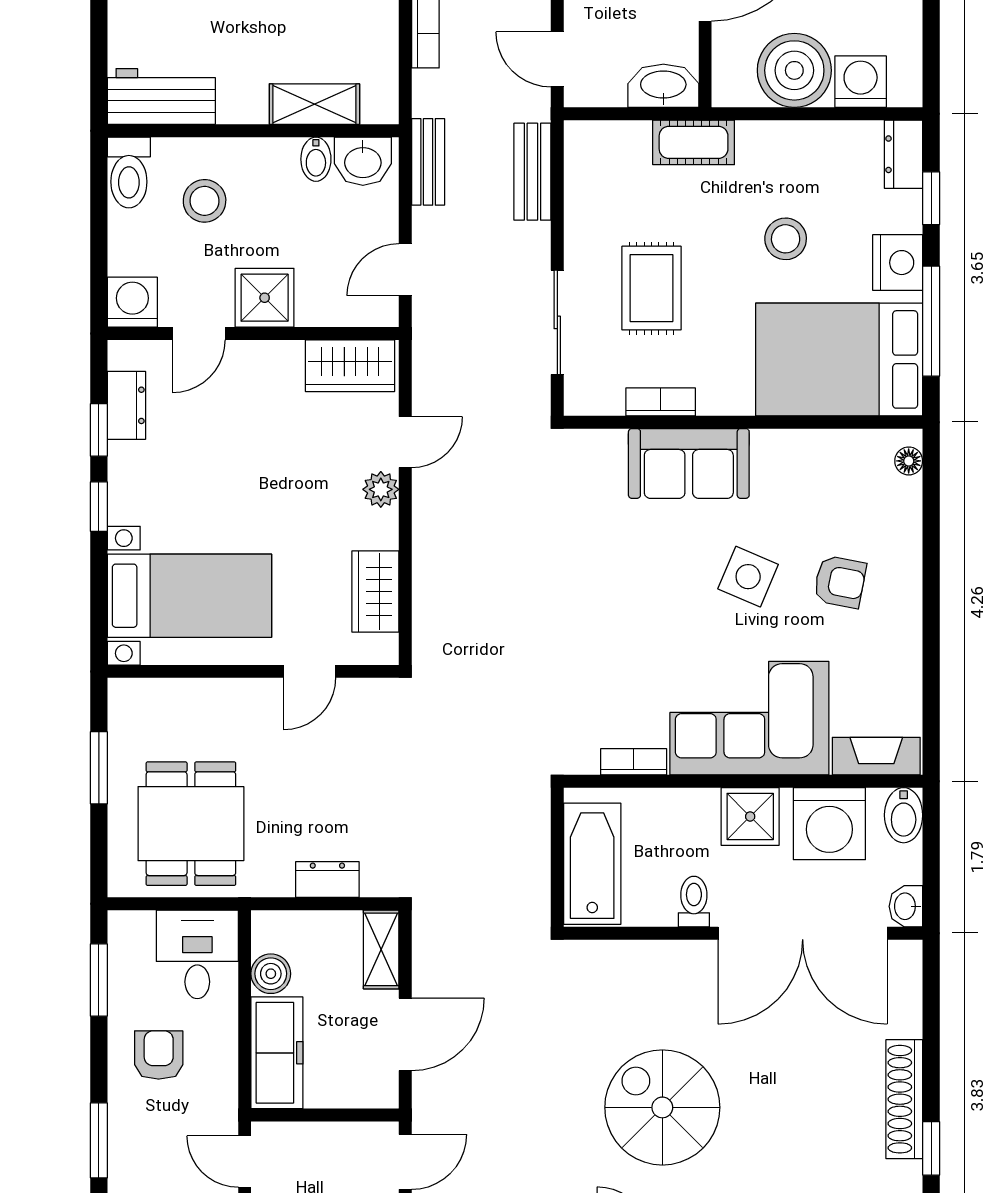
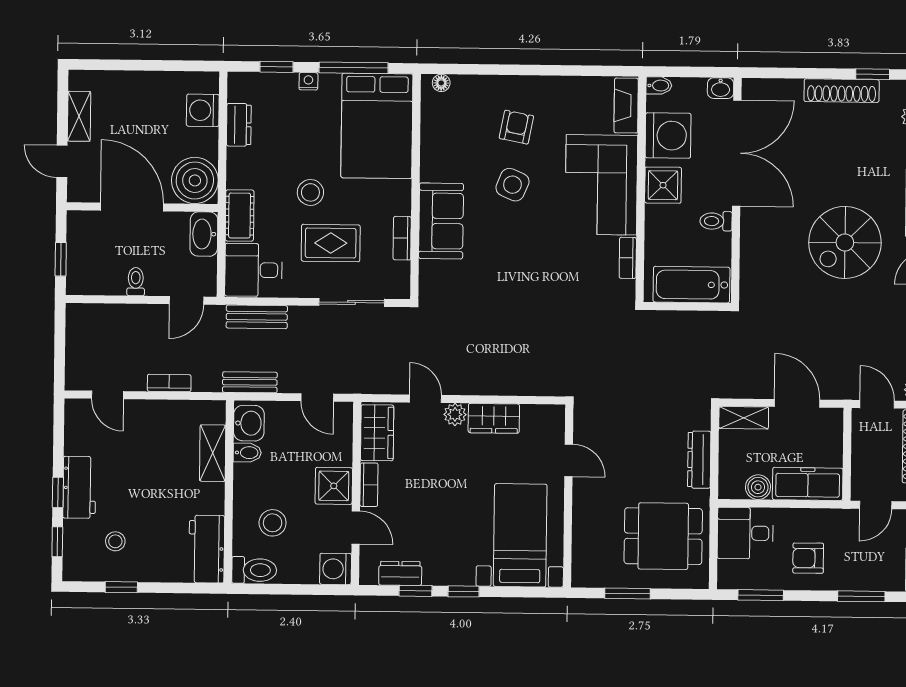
boiler: (794, 70) -> (195, 180), moved
dresser: (903, 154) -> (239, 125), moved, turned -90
desk: (607, 166) -> (254, 270), added
stool: (786, 239) -> (310, 192), moved
nightstand: (898, 263) -> (308, 81), width x0.53, depth x0.56
bookcase: (267, 354) -> (369, 485), added
wardrobe: (375, 591) -> (494, 418), moved
bidet: (904, 815) -> (659, 86), width x0.72, depth x0.74
dresser: (327, 880) -> (699, 460), width x1.44

